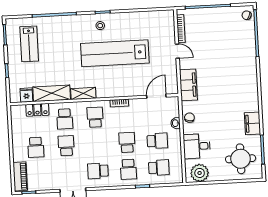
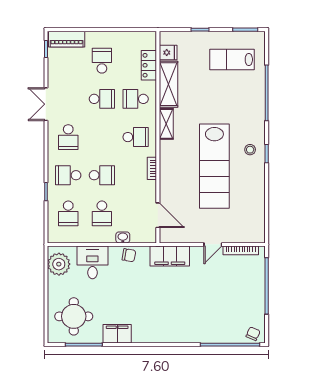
lab bench: (115, 53) -> (214, 166), turned 180
school desk: (36, 147) -> (102, 61), turned 90
school desk: (98, 171) -> (68, 137), turned 180

